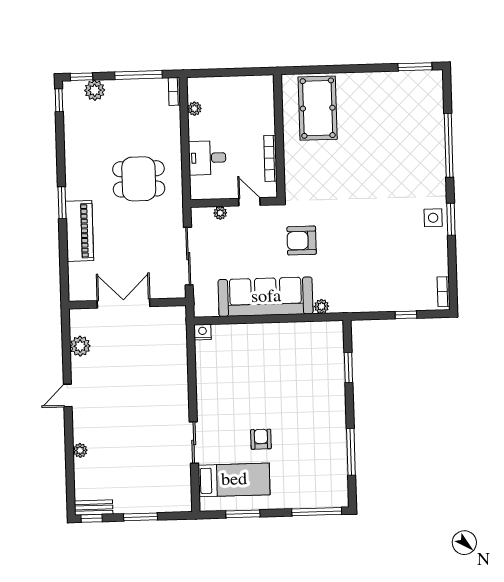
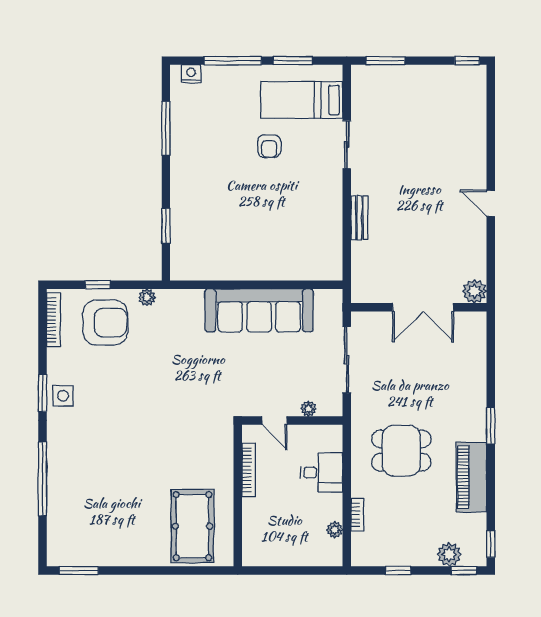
window: (138, 75) -> (398, 570), width x0.46
bookcase: (174, 91) -> (357, 515), moved
piano: (79, 231) -> (471, 477), moved
armchair: (302, 241) -> (105, 323), moved, width x1.36, depth x1.36
bookcase: (444, 292) -> (53, 320), width x1.56
plant: (322, 306) -> (147, 297), moved
nightstand: (203, 332) -> (191, 74), moved, turned 180
plant: (80, 346) -> (475, 291), moved
door: (68, 395) -> (491, 203), swing flipped
plant: (80, 450) -> (478, 139), removed
bench: (94, 507) -> (359, 218), moved, turned 90
window: (317, 512) -> (233, 61), moved
window: (141, 517) -> (386, 61), moved

